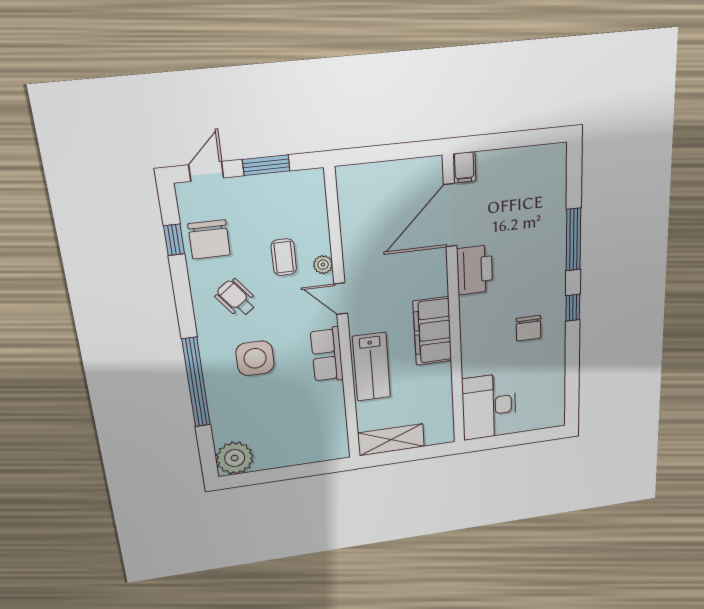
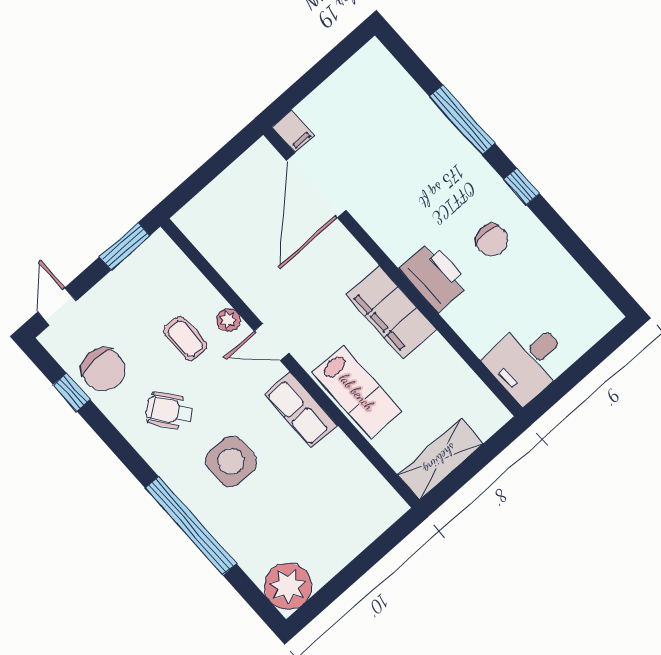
window: (266, 165) -> (125, 246), moved
printer: (475, 270) -> (434, 277), moved
desk: (489, 406) -> (527, 361), width x0.73

